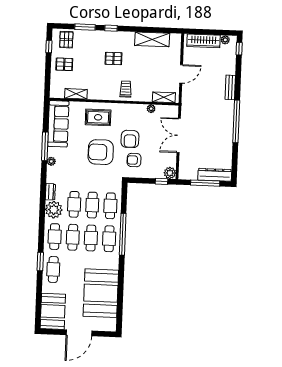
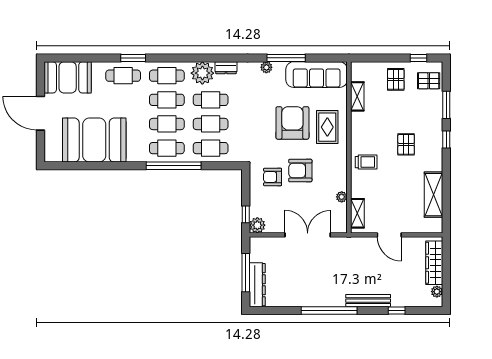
window: (239, 49) -> (397, 310), moved
bench: (230, 87) -> (368, 301), width x1.36
armchair: (101, 152) -> (292, 123), moved
armchair: (134, 160) -> (273, 177), turned -90

